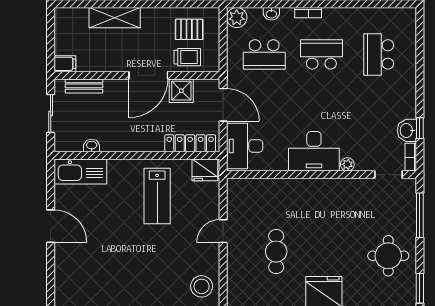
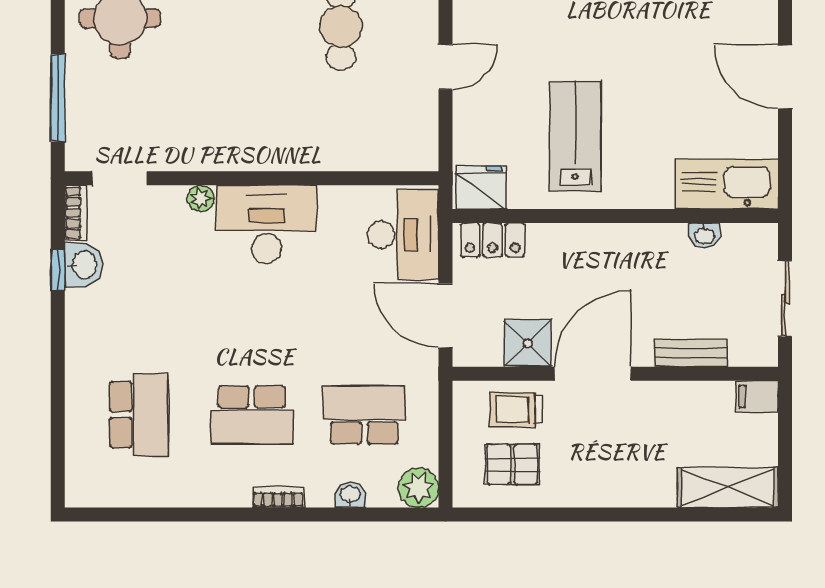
shelving: (115, 18) -> (728, 487), moved
bench: (84, 86) -> (691, 353), moved
locker: (190, 143) -> (493, 240), width x0.66

